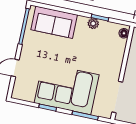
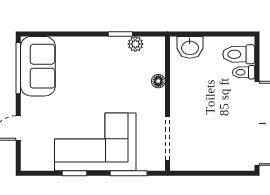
sofa: (54, 22) -> (38, 66), moved, turned -90
plant: (93, 24) -> (135, 44), moved
floor lamp: (124, 33) -> (158, 81), moved

